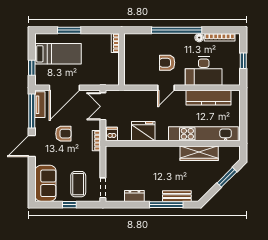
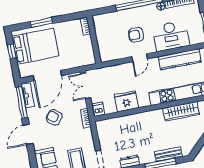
bed: (58, 54) -> (35, 46), width x1.50
window: (32, 68) -> (12, 51), moved
armchair: (63, 134) -> (54, 117), turned -140

